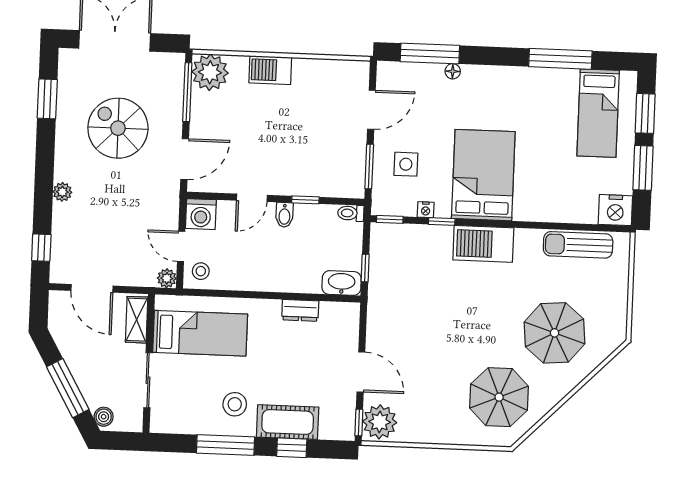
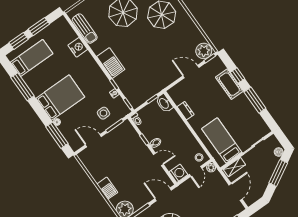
bed: (483, 175) -> (60, 98), moved, turned 180
nightstand: (615, 210) -> (78, 47), moved
door: (361, 372) -> (191, 72), hinge flipped
stool: (235, 404) -> (238, 108), removed

